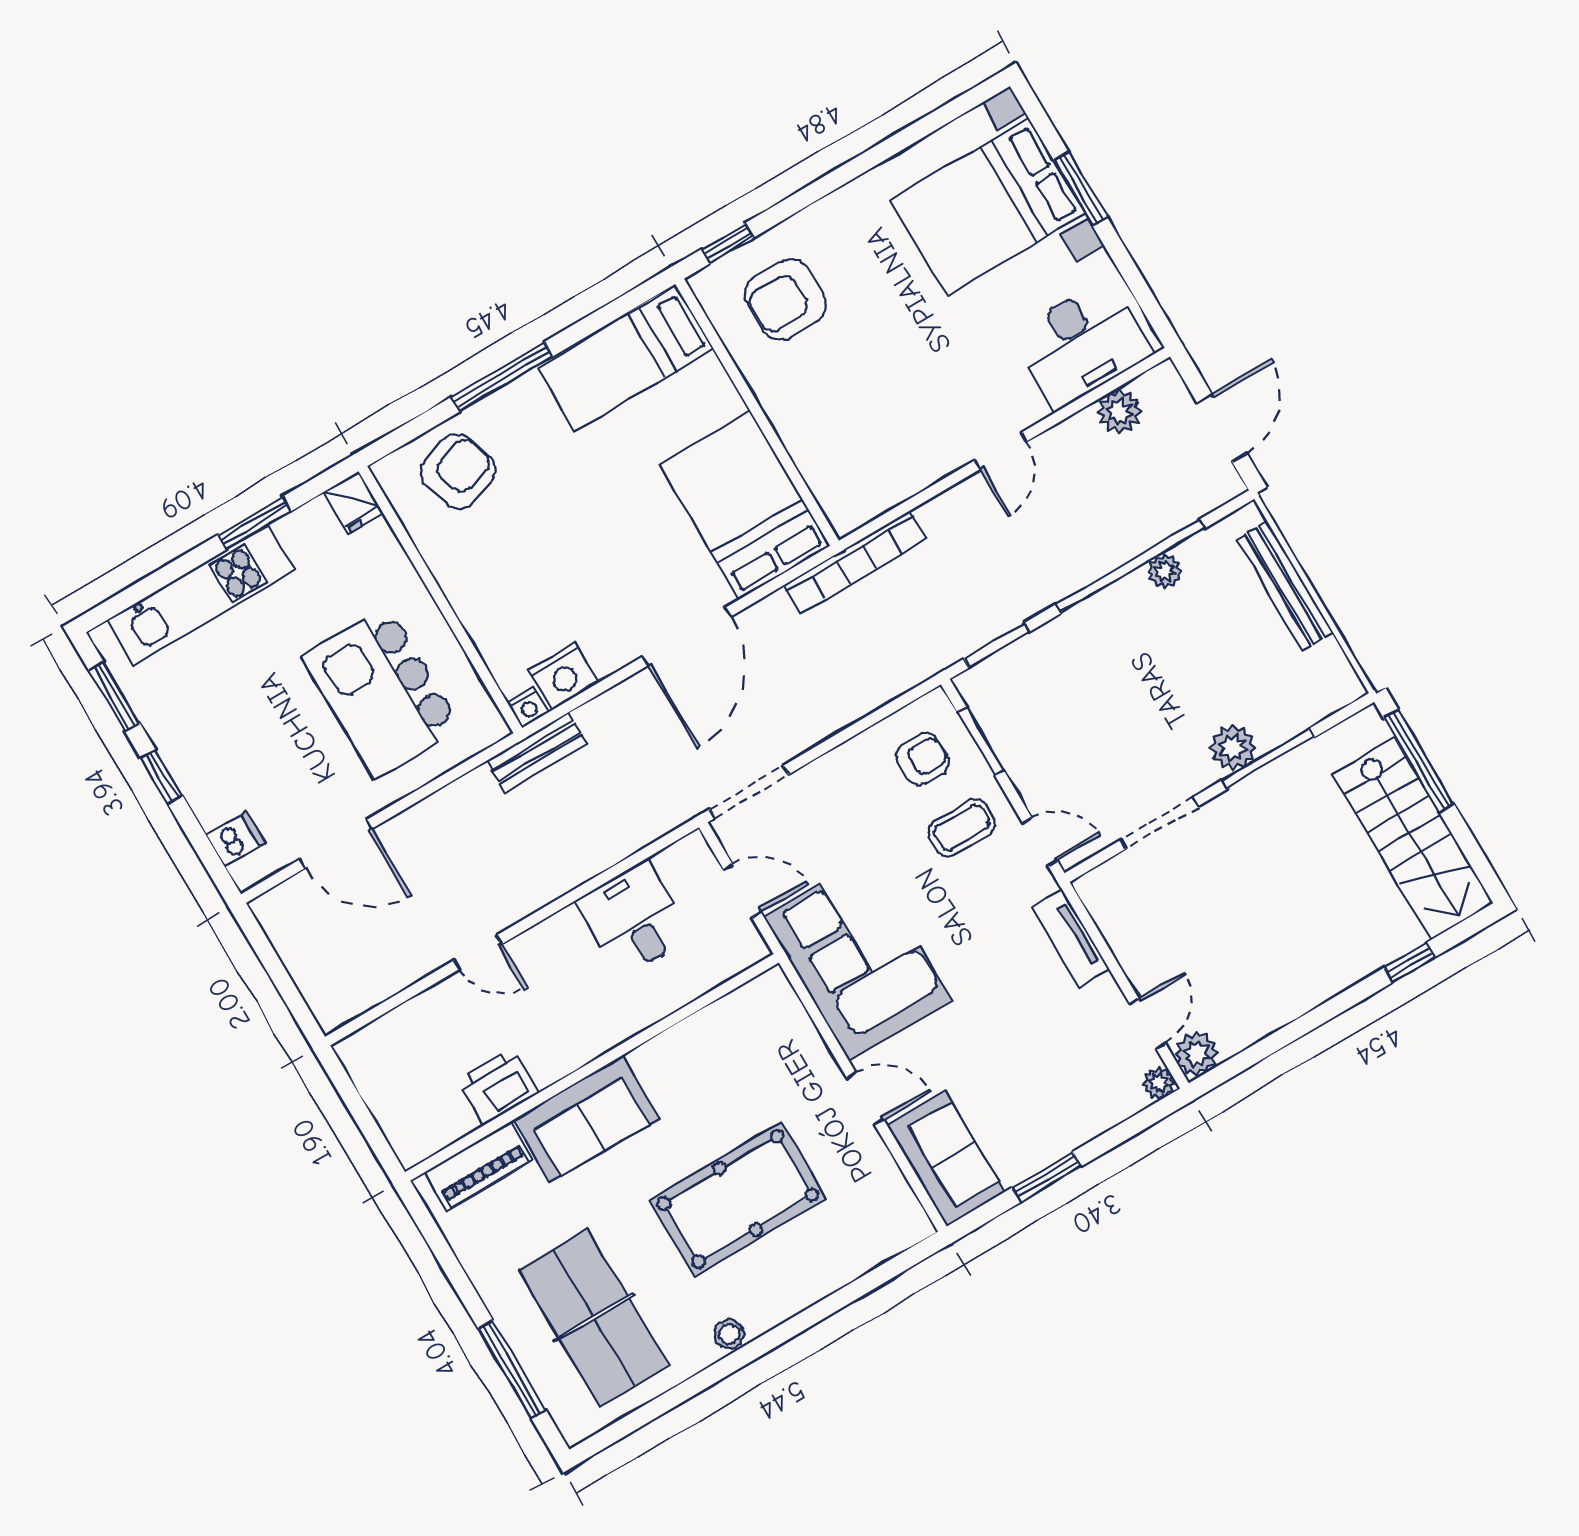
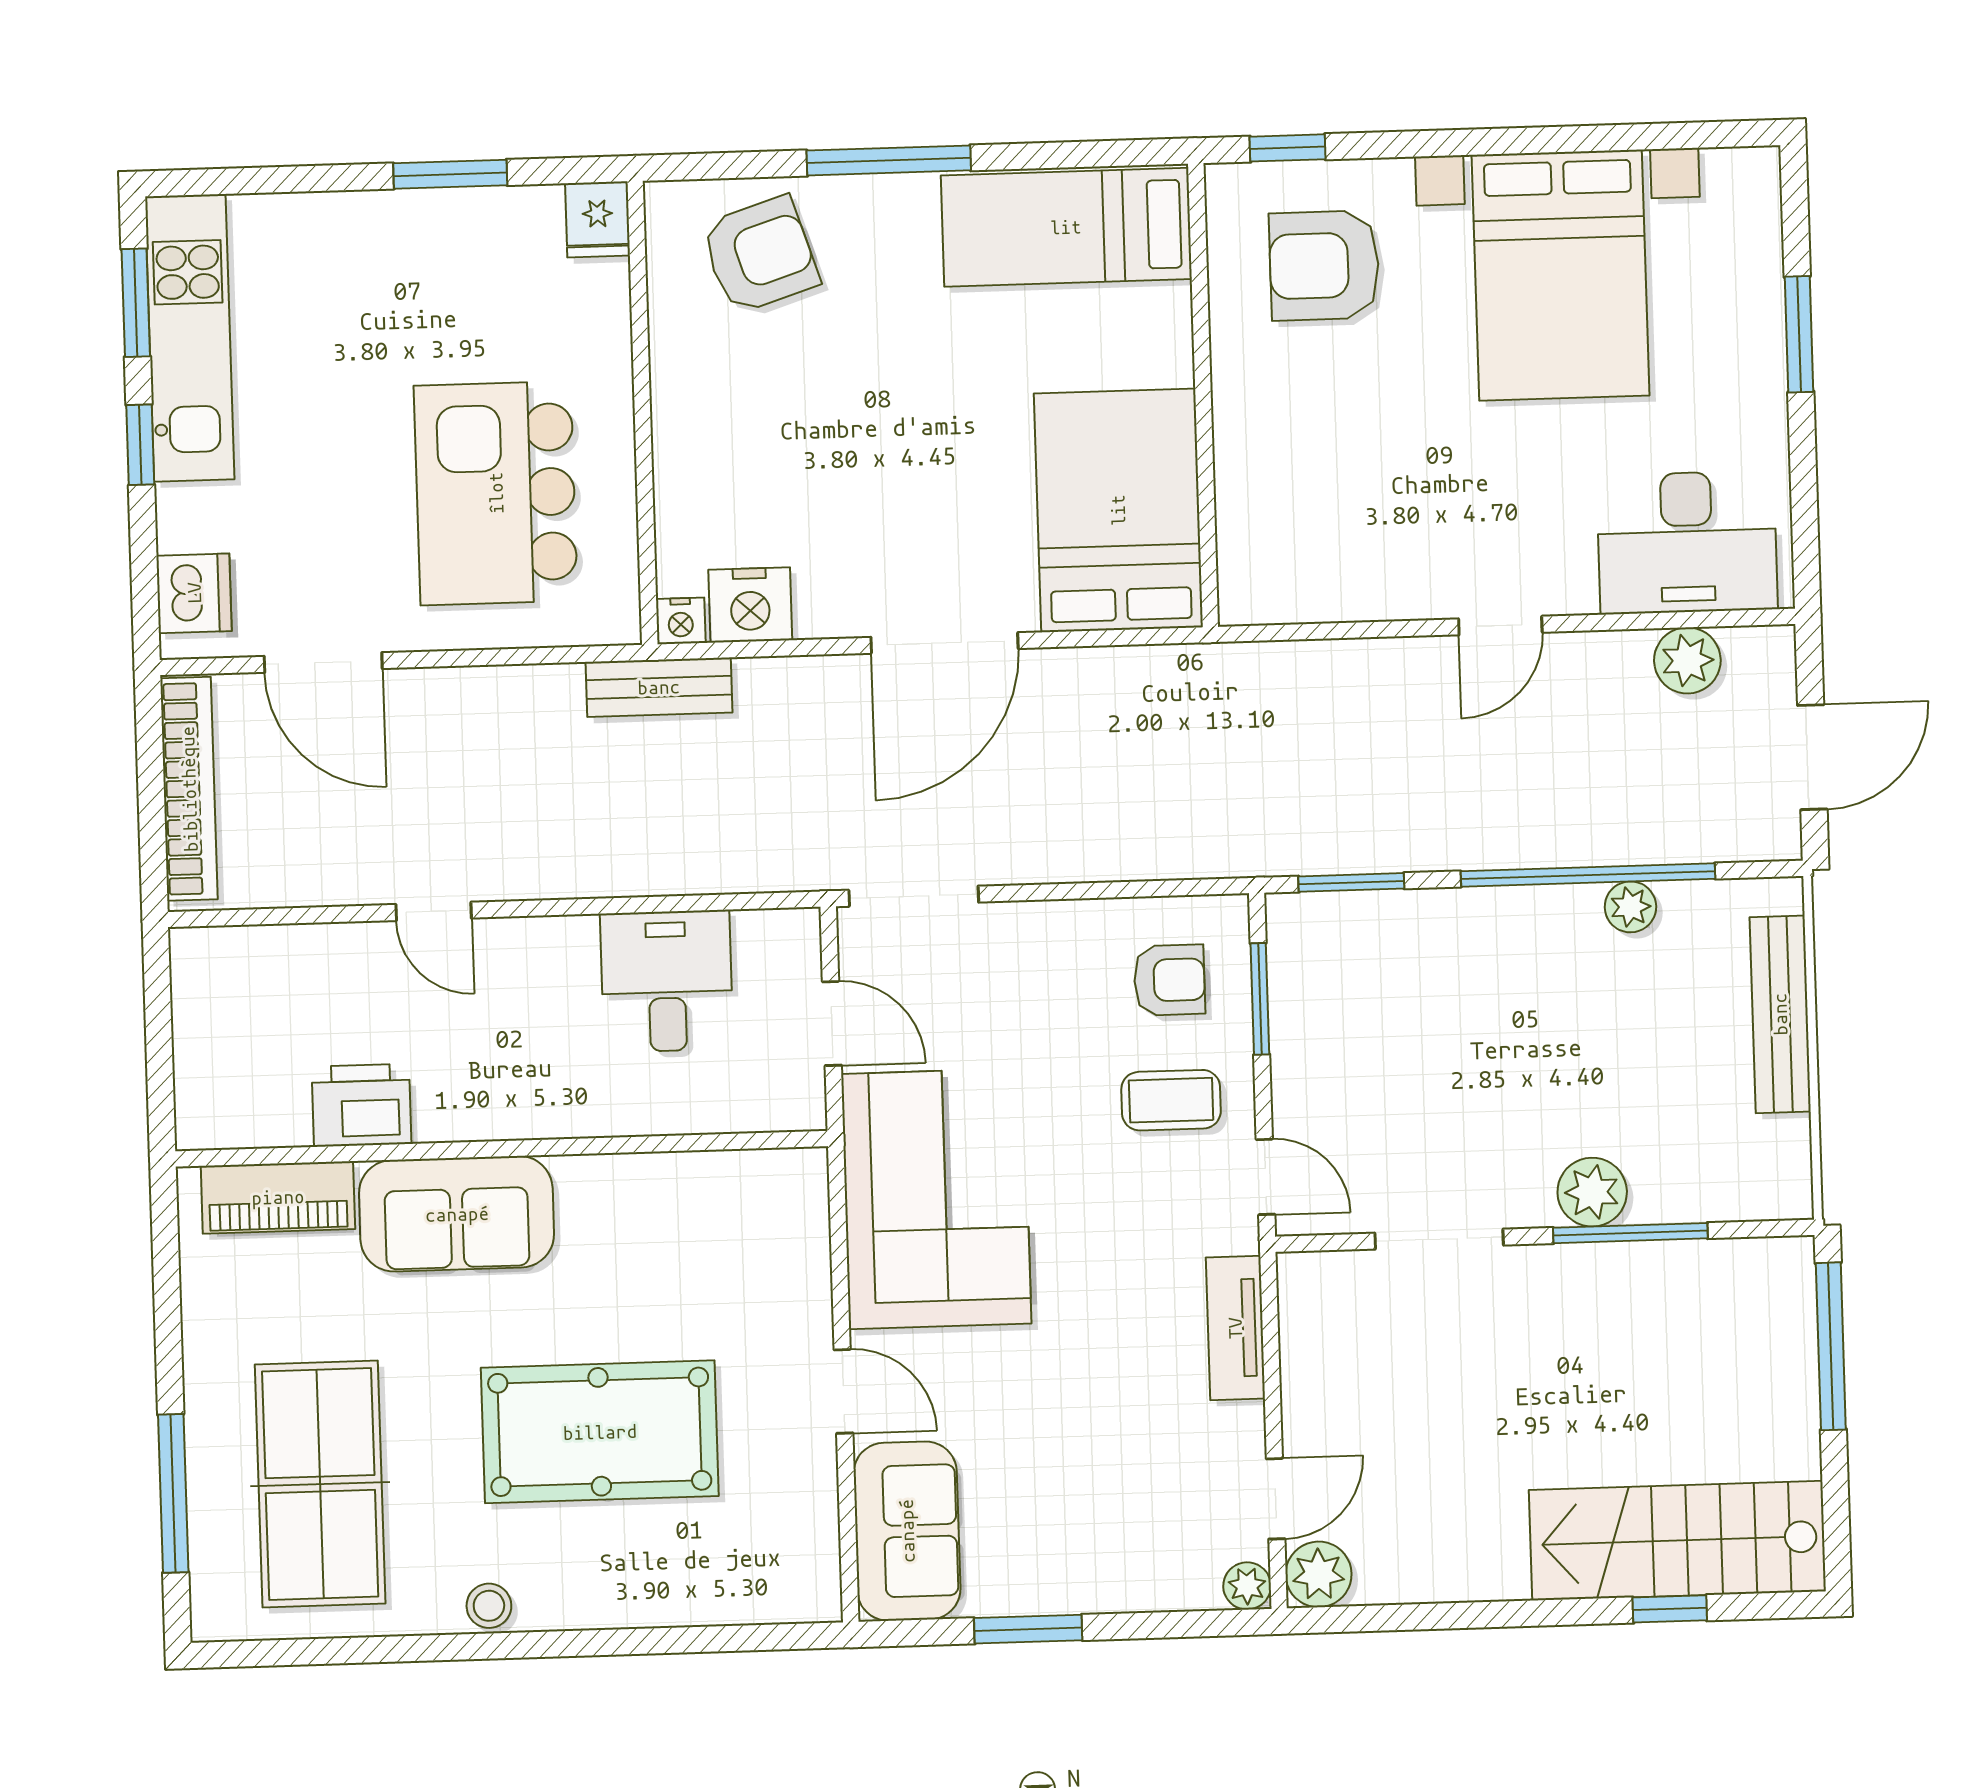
bed with nightstands: (988, 207) -> (1560, 275), moved, turned -90
bookcase: (855, 562) -> (189, 789), moved, turned -90
kitchen unit: (201, 595) -> (190, 338), moved, turned -90
dishwasher: (236, 839) -> (194, 593), width x1.38
stairs: (1413, 839) -> (1677, 1541), moved, turned 90

